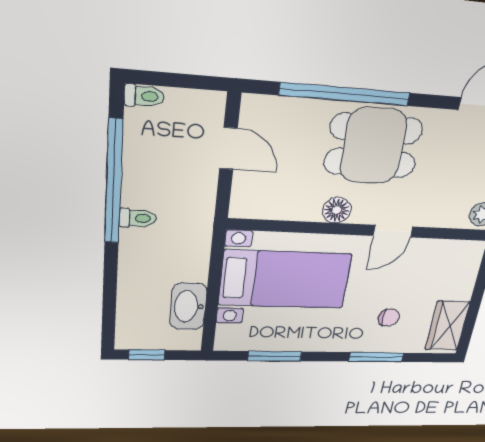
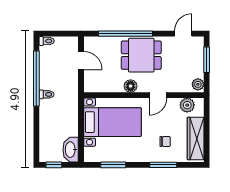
plant: (450, 253) -> (187, 105), added
washbasin: (188, 306) -> (71, 150), moved
wardrobe: (447, 326) -> (196, 138), width x1.50

